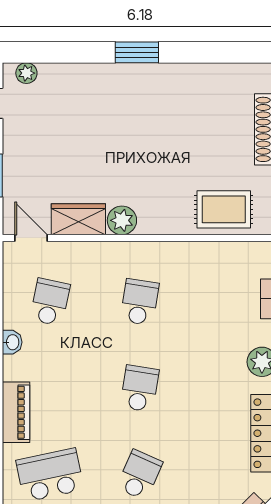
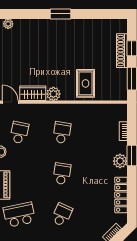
rug: (224, 209) -> (86, 83), moved, turned 90

